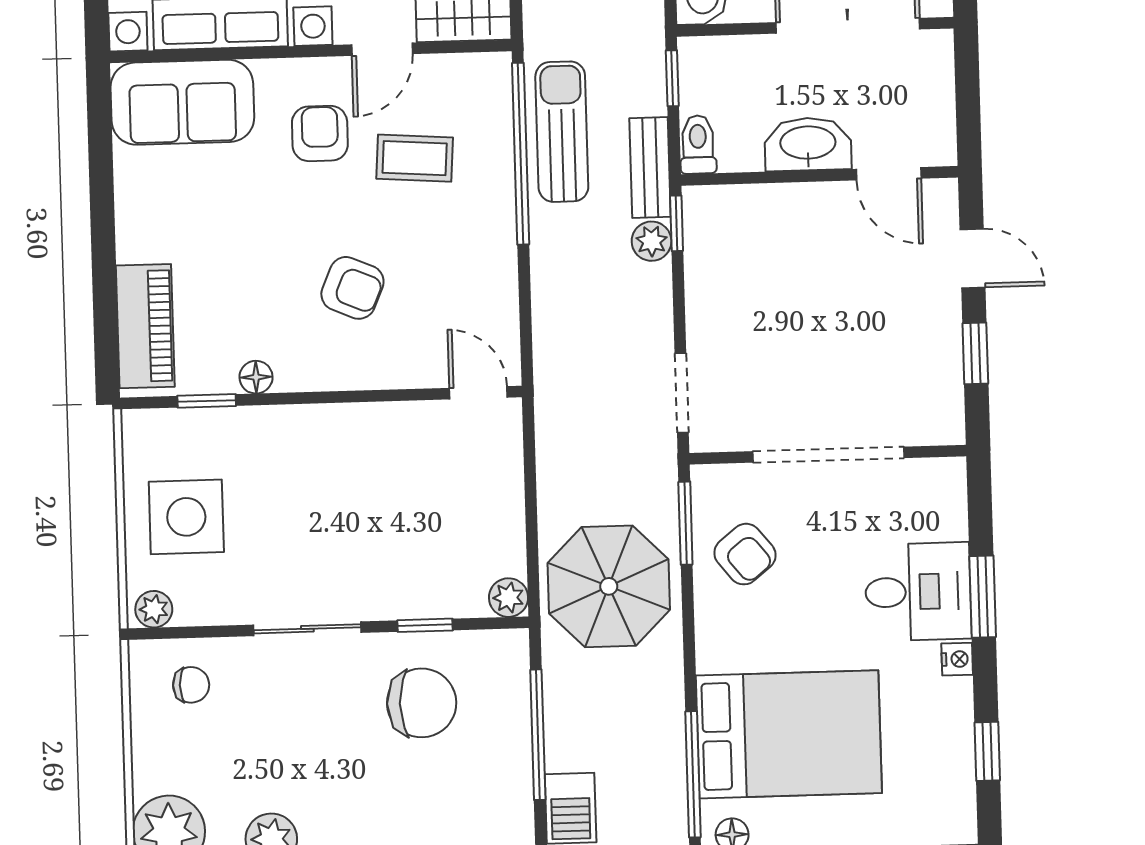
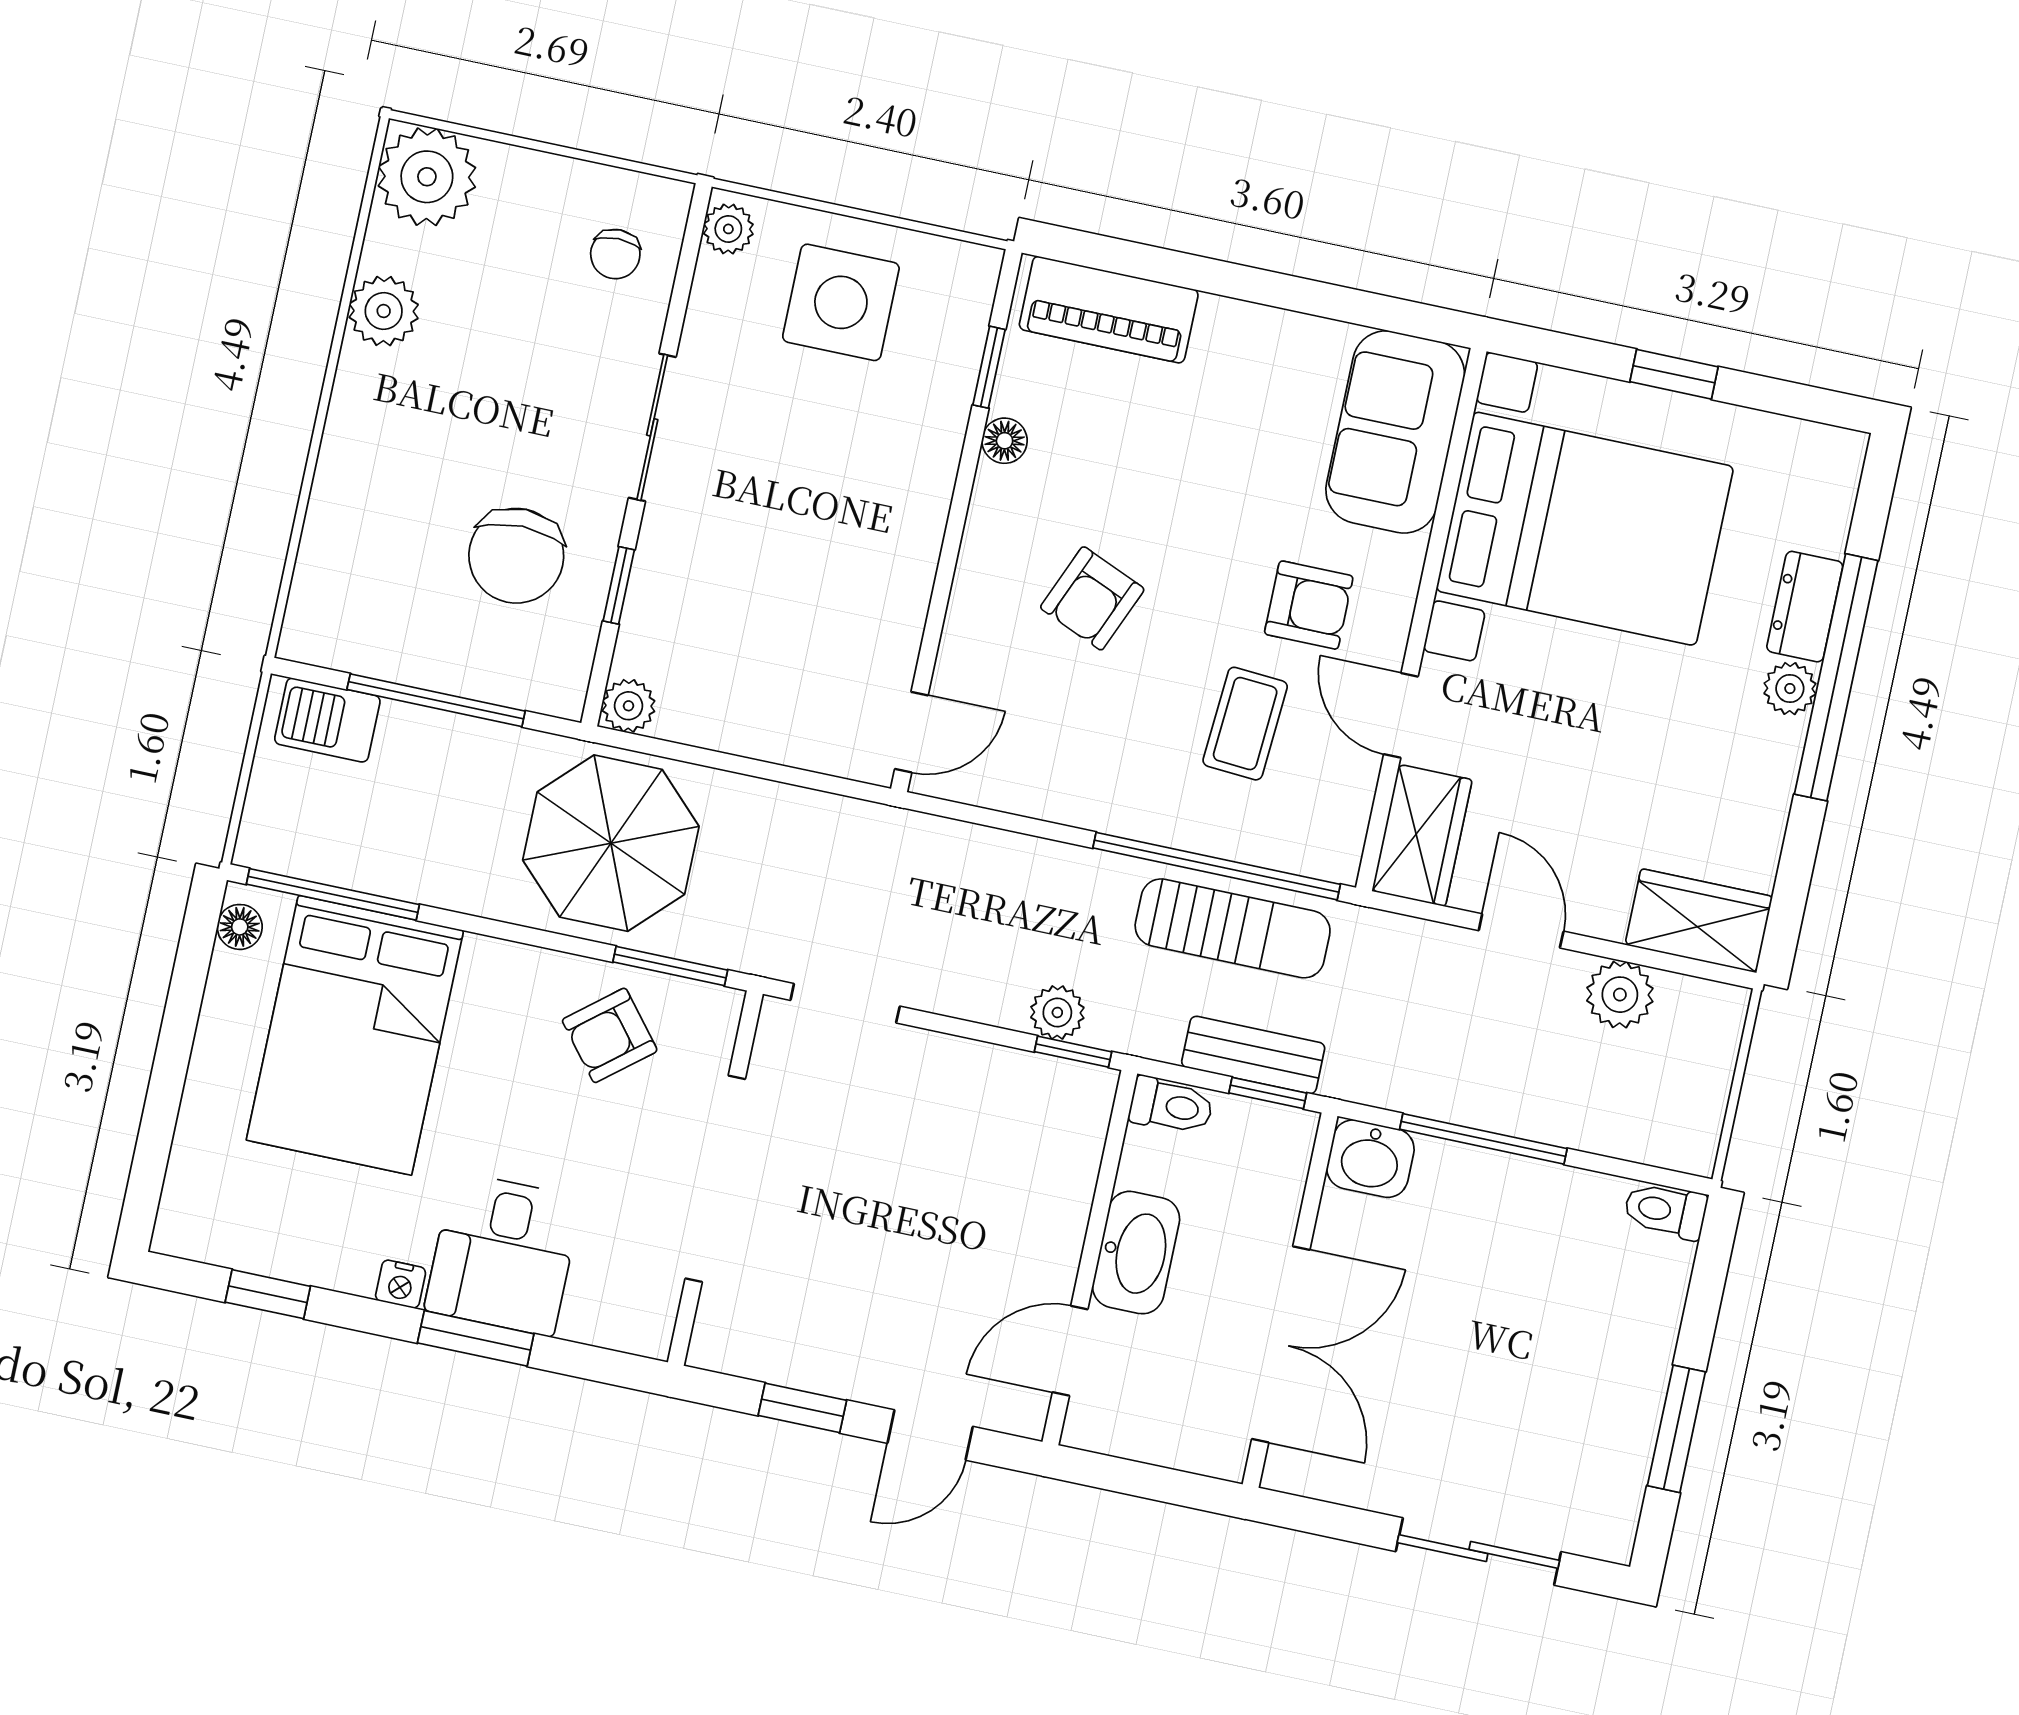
bench: (650, 168) -> (1253, 1055), moved

